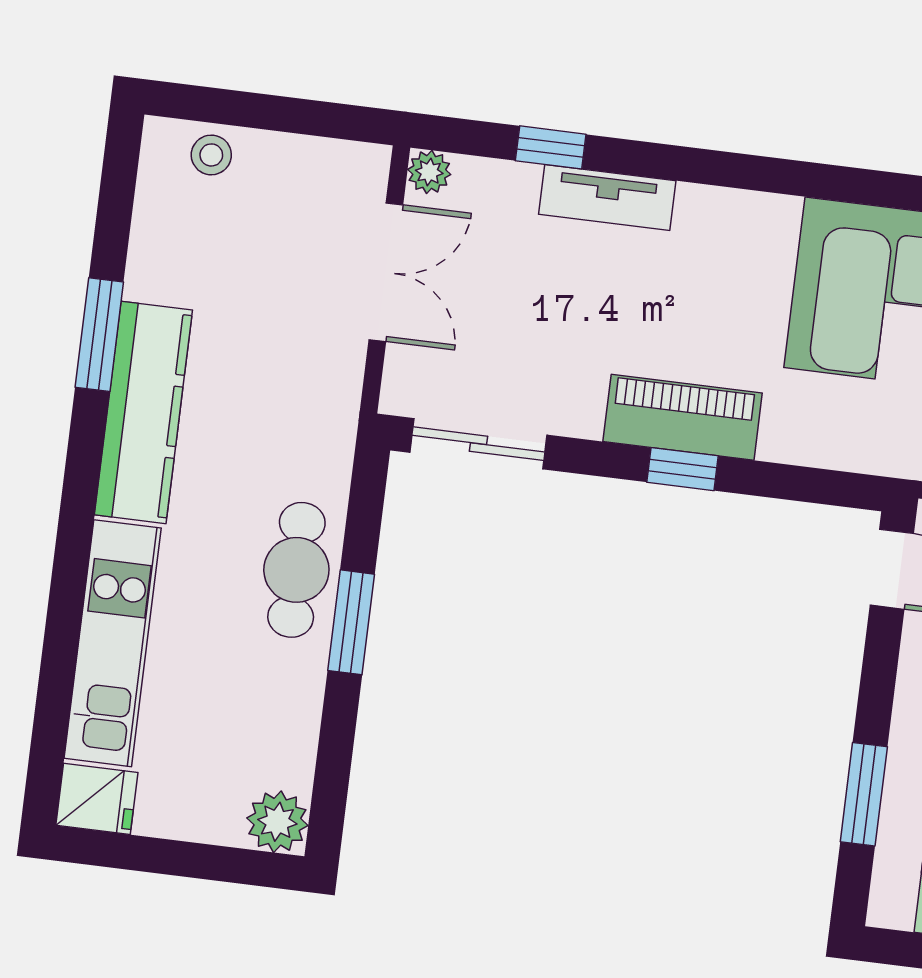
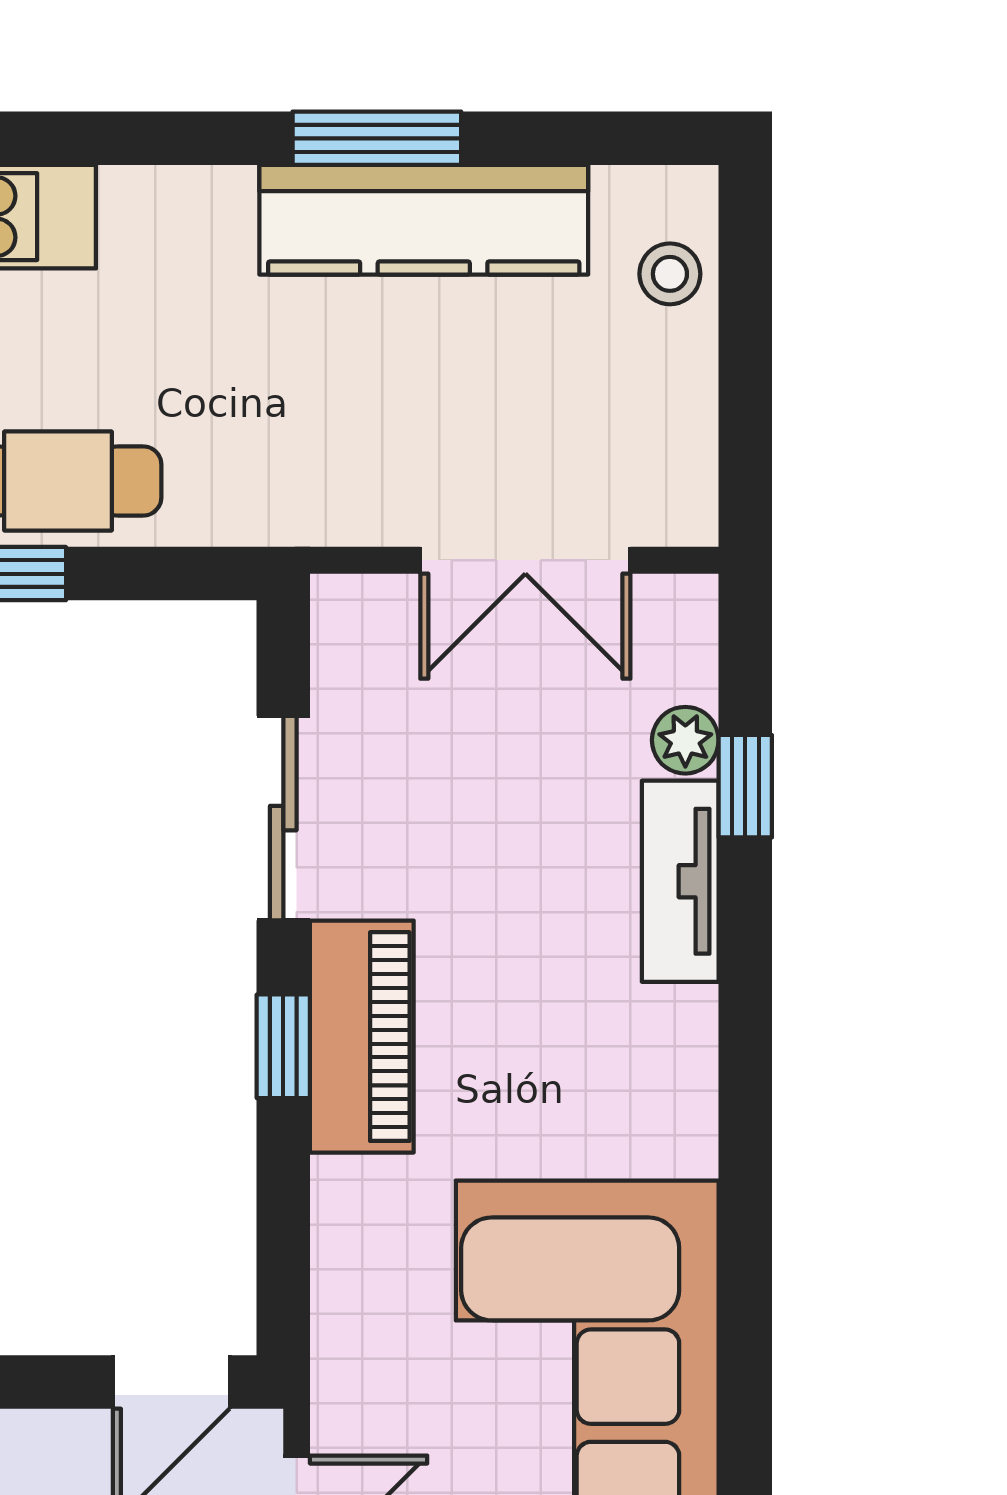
plant: (429, 172) -> (685, 740), moved
kitchen counter: (143, 412) -> (424, 220), moved
sliding door: (478, 444) -> (283, 818), moved

